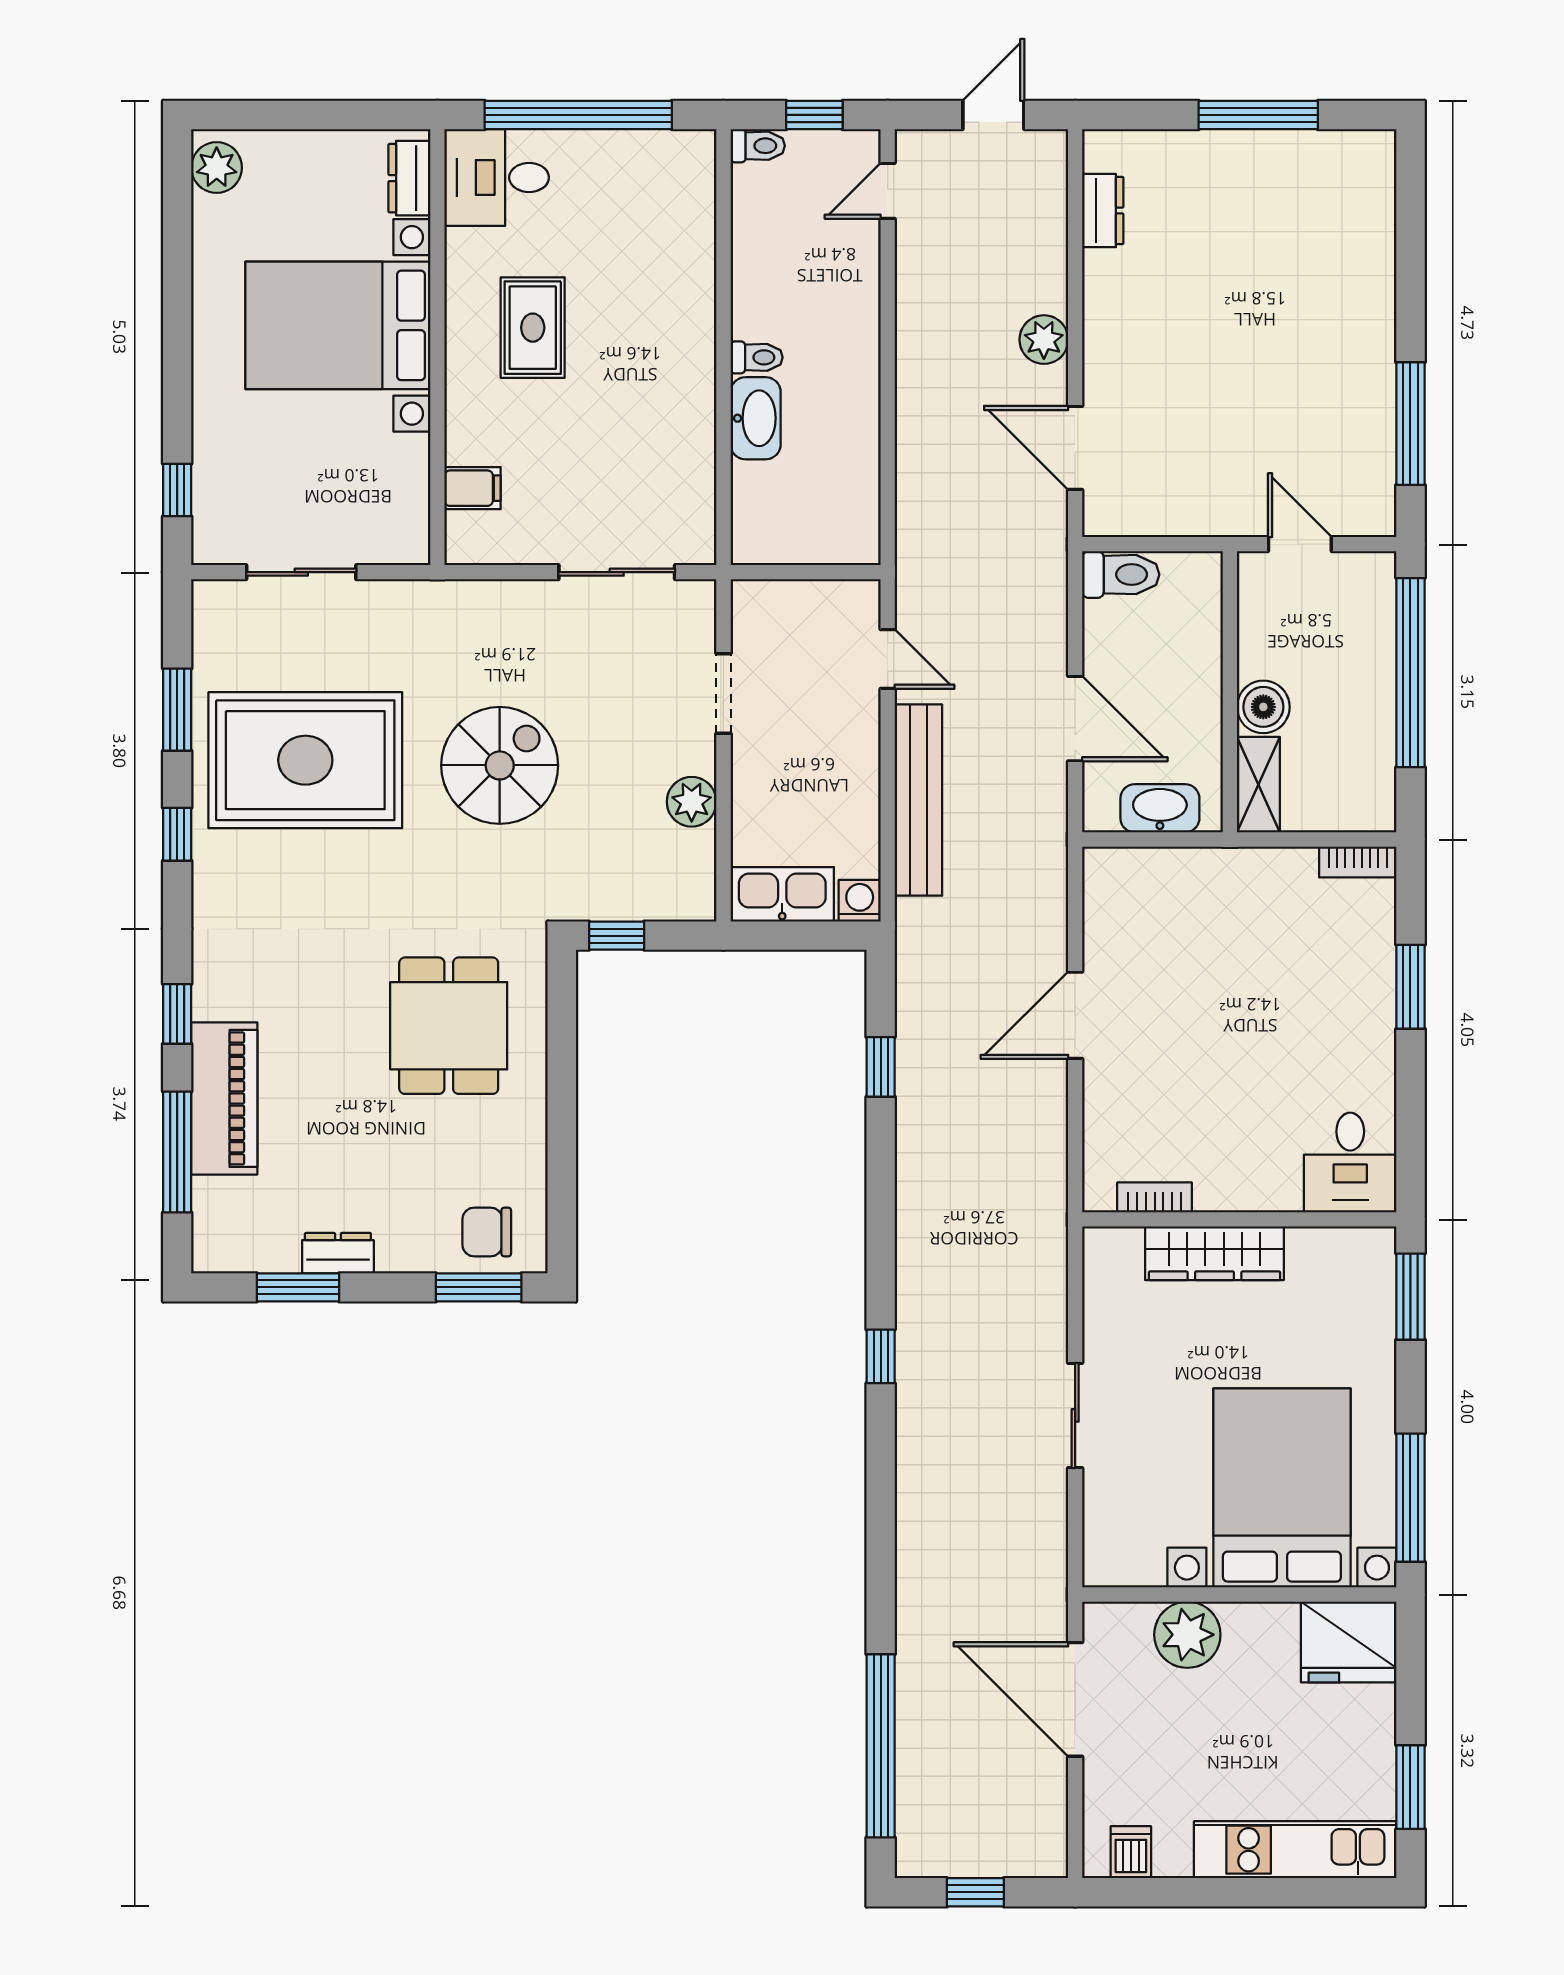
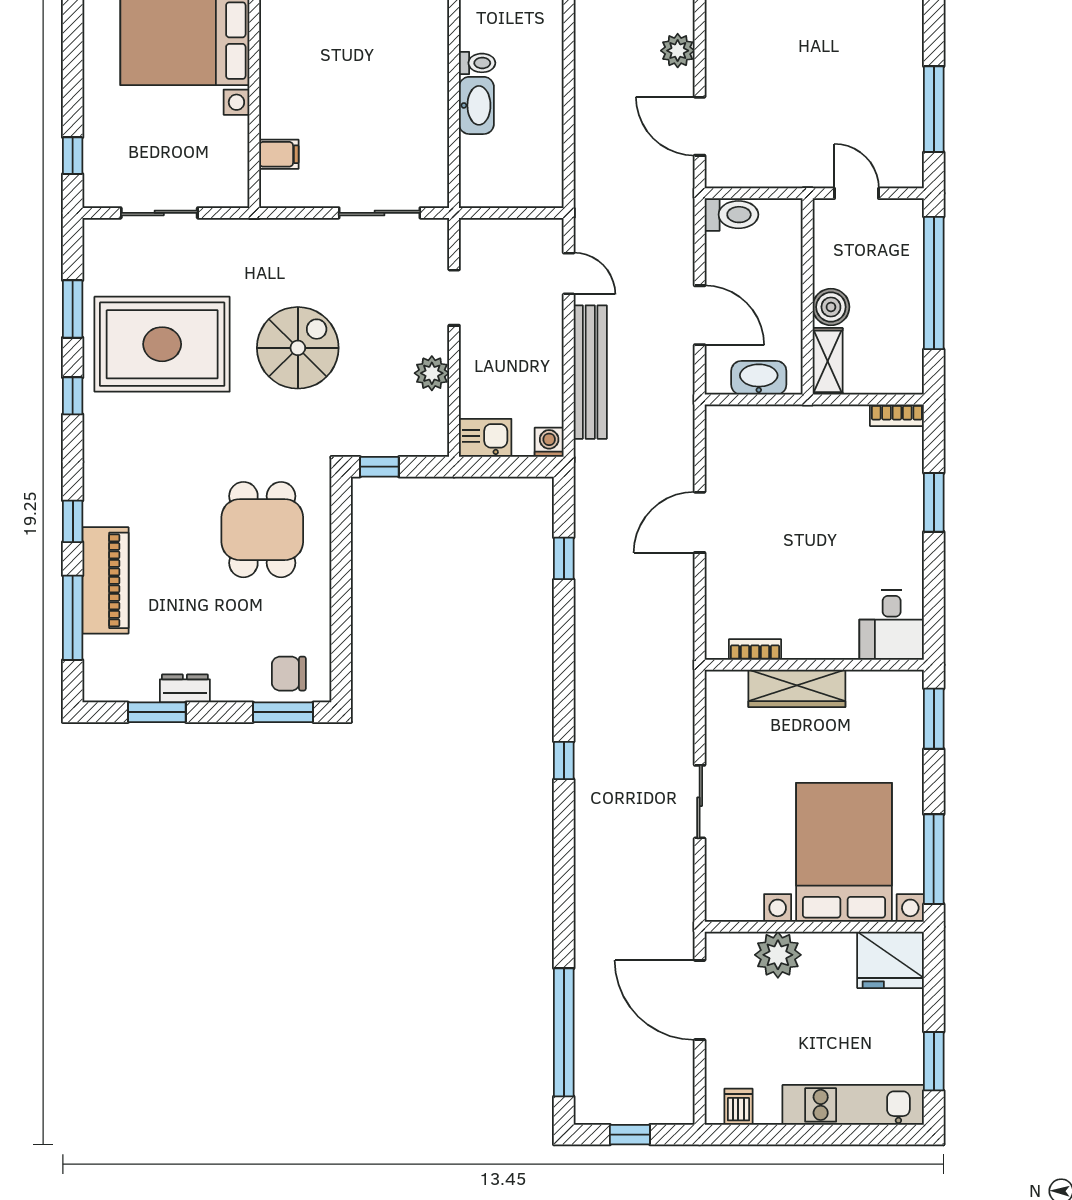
rug: (533, 328) -> (321, 42), removed
kitchen sink: (782, 894) -> (485, 438), width x0.73

